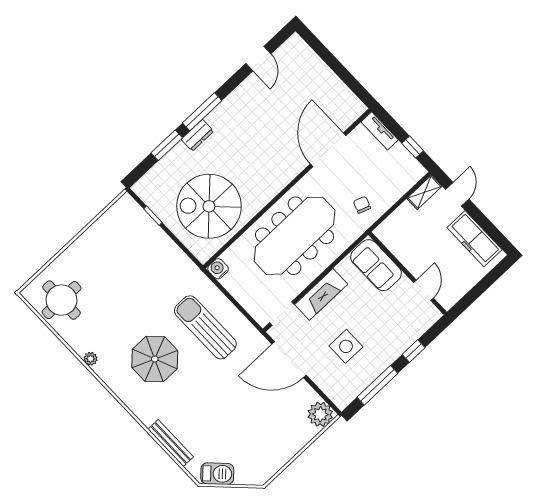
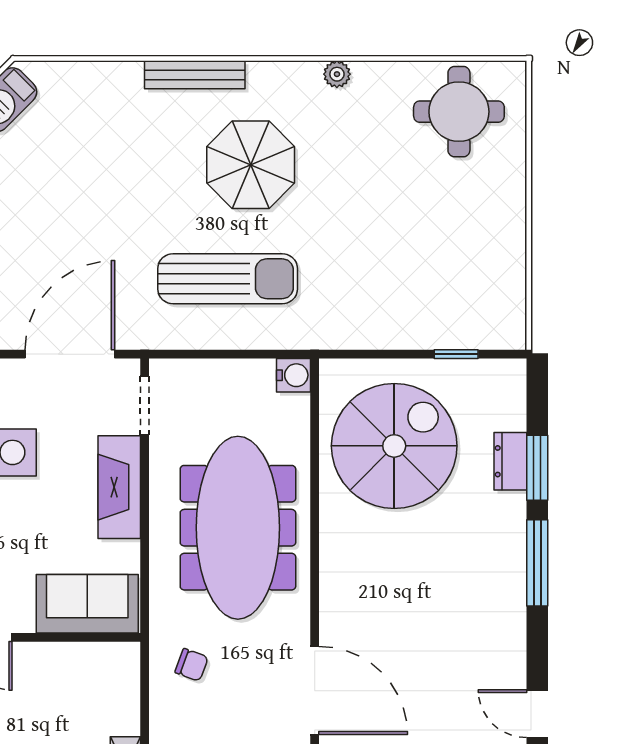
dresser: (197, 135) -> (510, 461), moved
bench: (171, 443) -> (195, 75), moved

